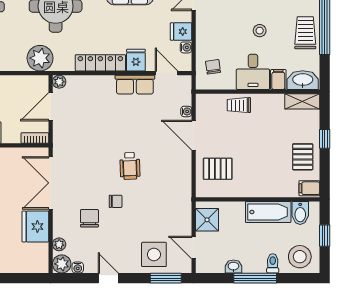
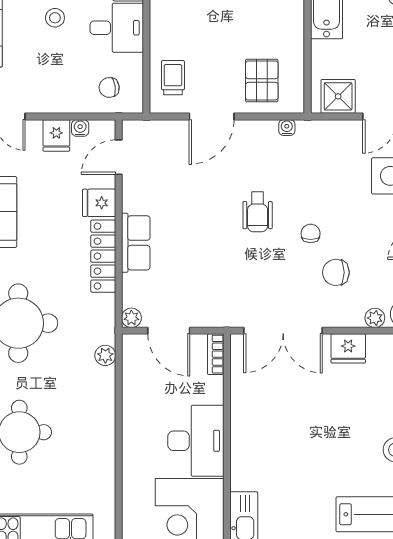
plant: (40, 58) -> (105, 355), width x0.53, depth x0.53
row of seats: (135, 85) -> (136, 243), moved
trolley: (239, 105) -> (173, 78), moved, turned 180
water cooler: (186, 111) -> (287, 128), moved
wheelchair: (130, 166) -> (258, 212), turned 92
fridge: (35, 227) -> (348, 348), width x0.73, depth x0.75

